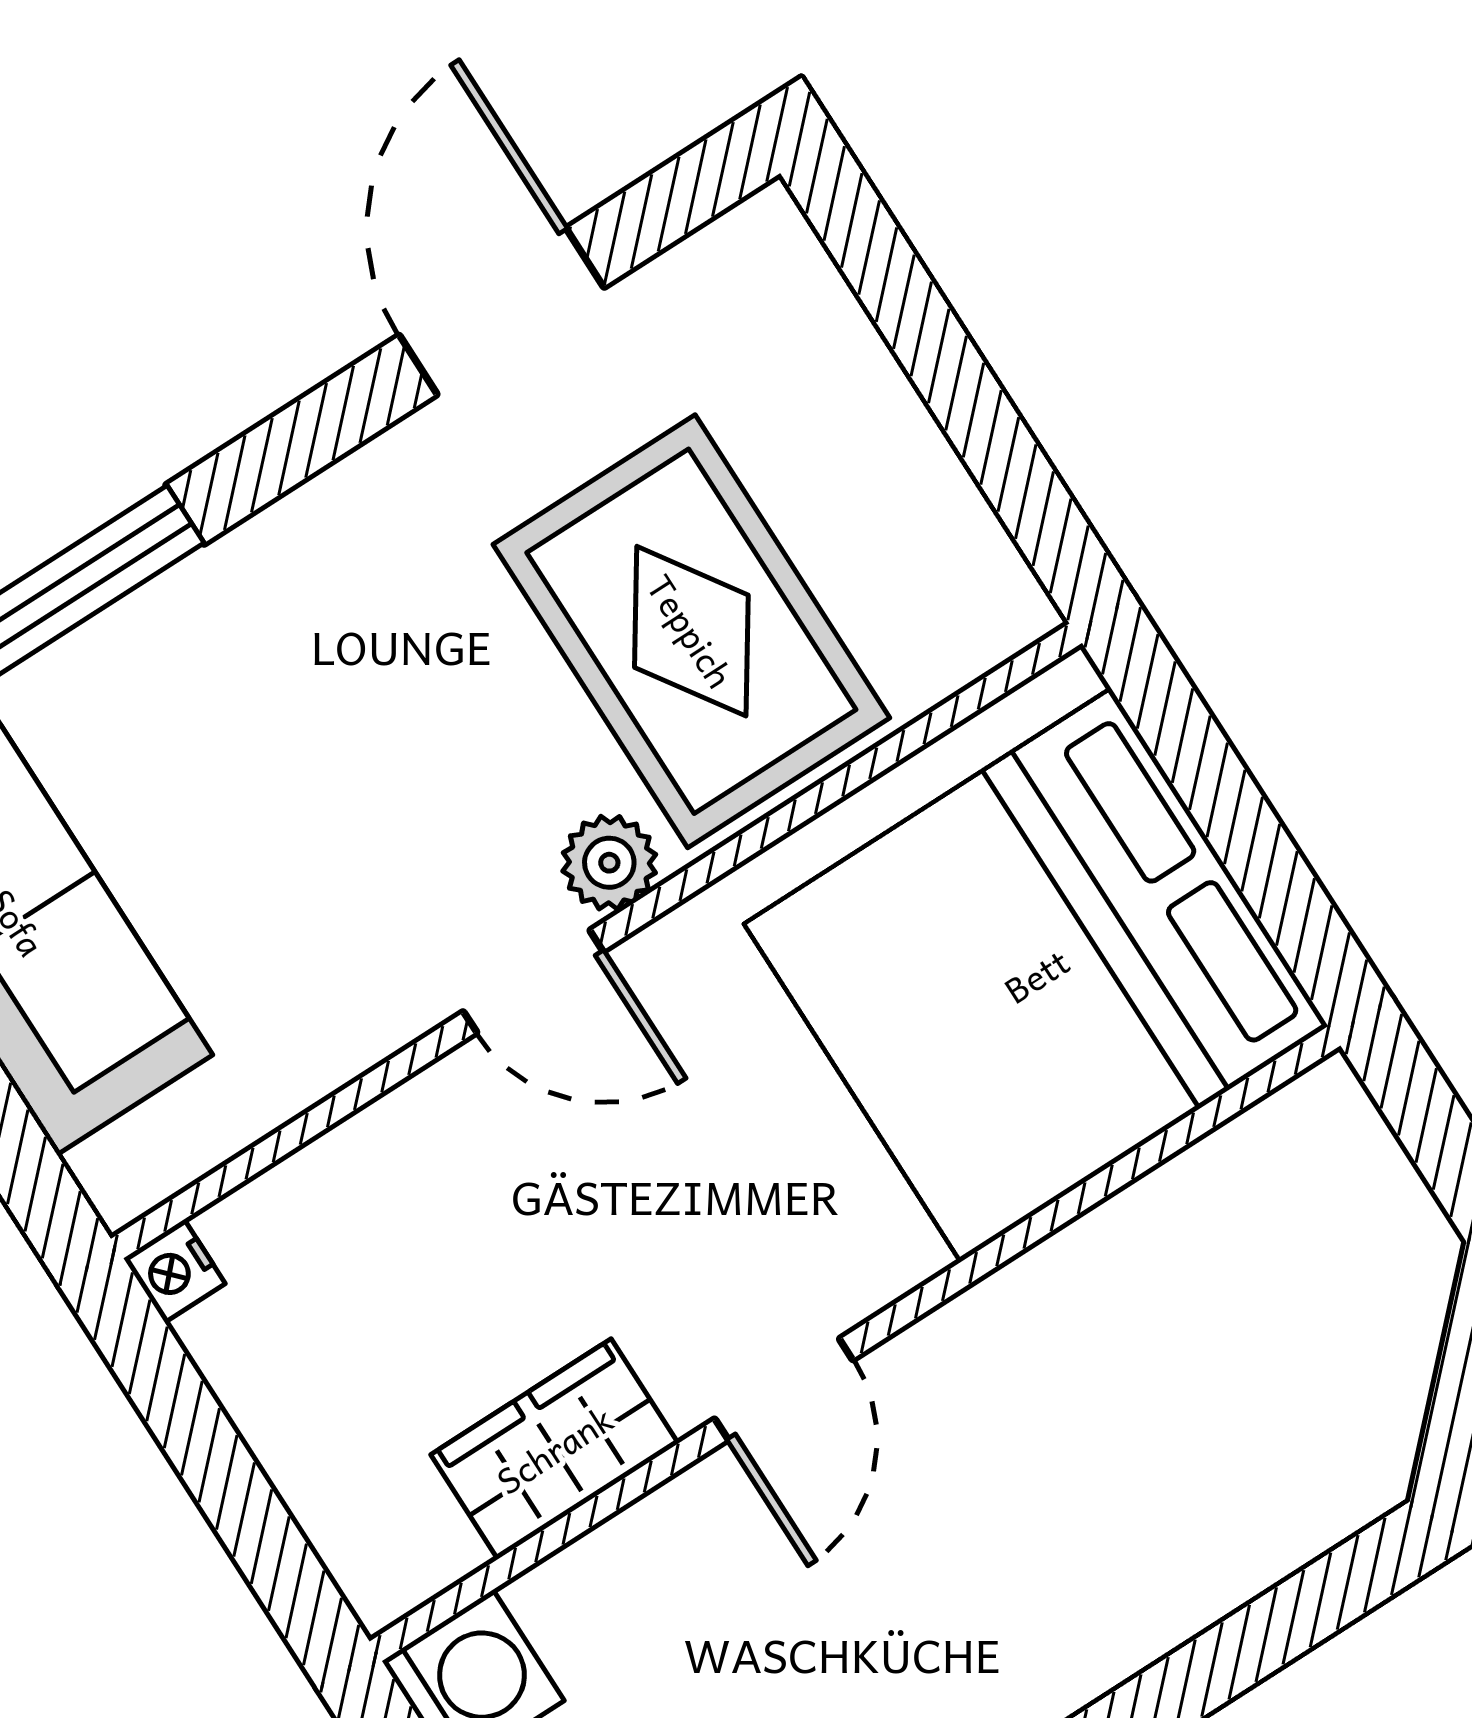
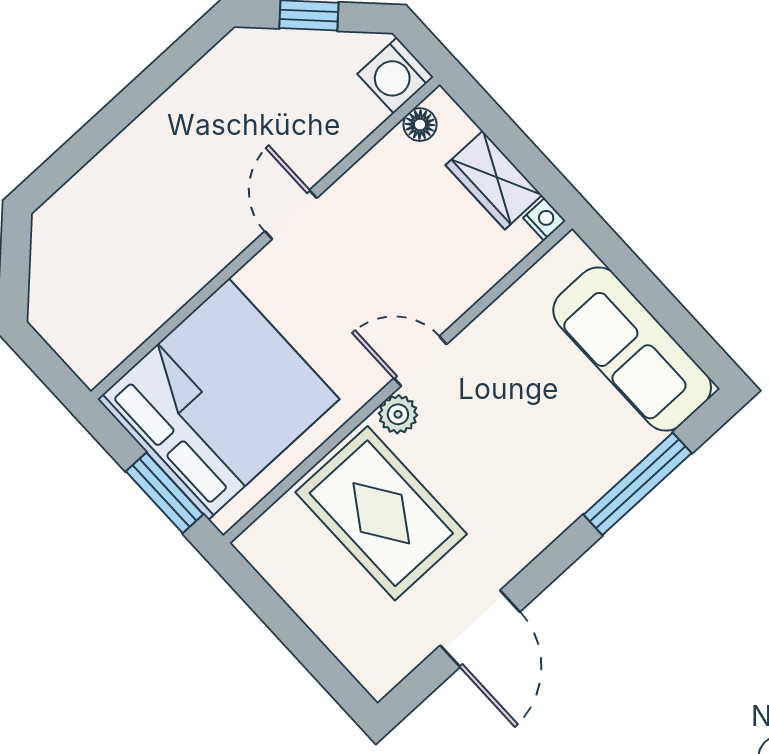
window: (1205, 771) -> (165, 493), added
wardrobe: (554, 1449) -> (494, 180), moved, turned 90
floor lamp: (434, 1552) -> (420, 125), added

